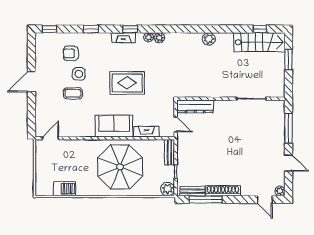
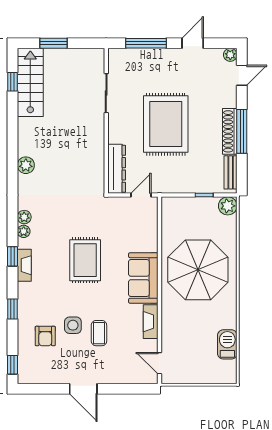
plant: (209, 39) -> (26, 165), moved
fireplace: (146, 132) -> (151, 322), moved
rug: (228, 143) -> (166, 124), added
bench: (170, 152) -> (178, 203), removed
window: (206, 200) -> (242, 131), moved

